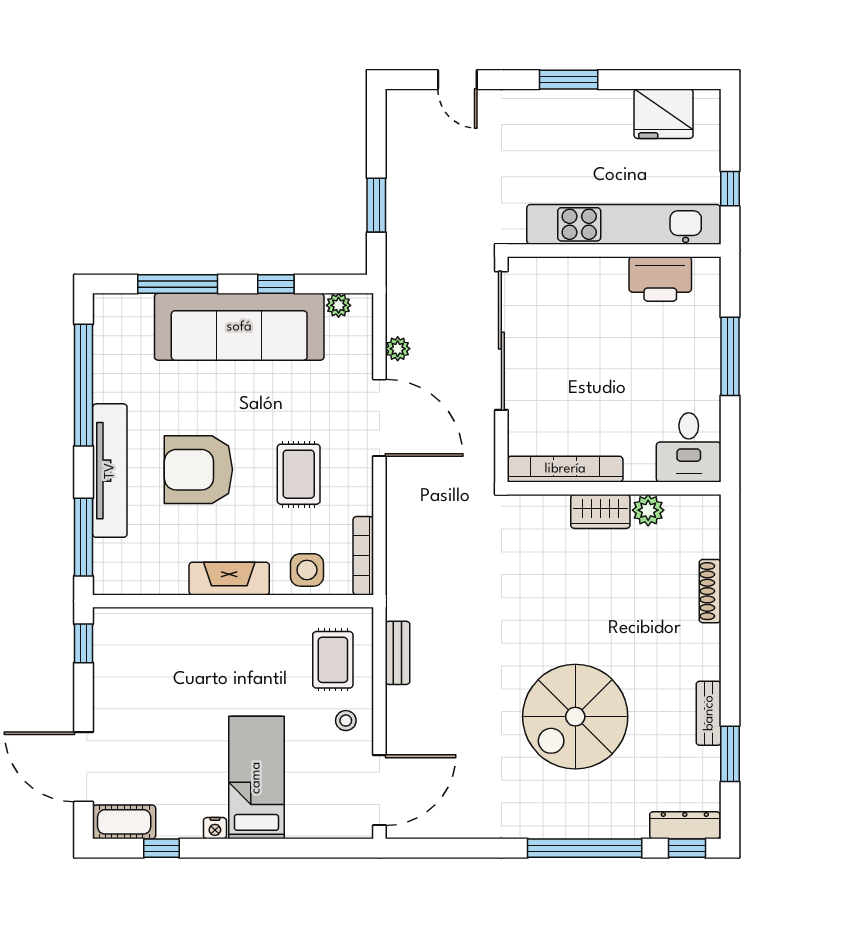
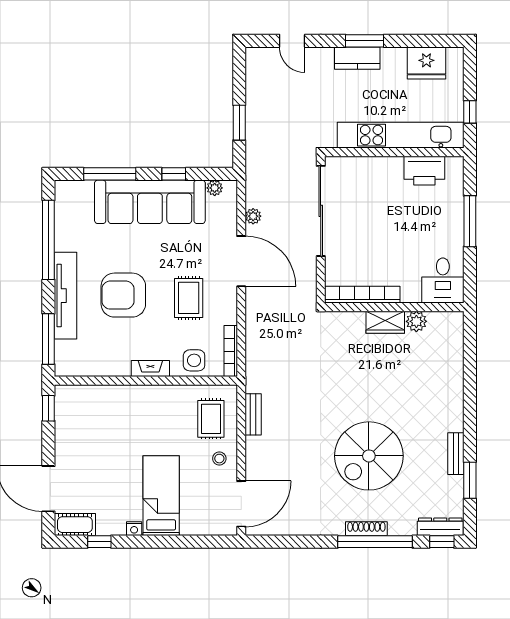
kitchen counter: (557, 106) -> (357, 58), added
fireplace: (229, 579) -> (150, 369), width x0.73, depth x0.76
shoe rack: (710, 591) -> (366, 529), moved, turned 90

